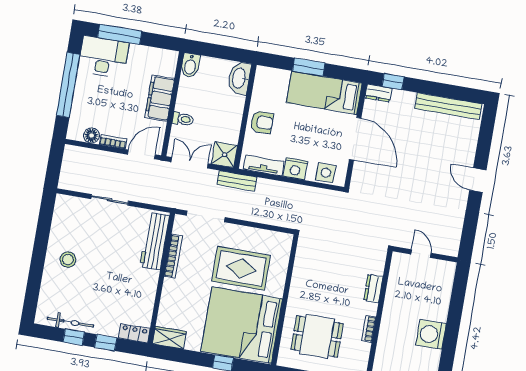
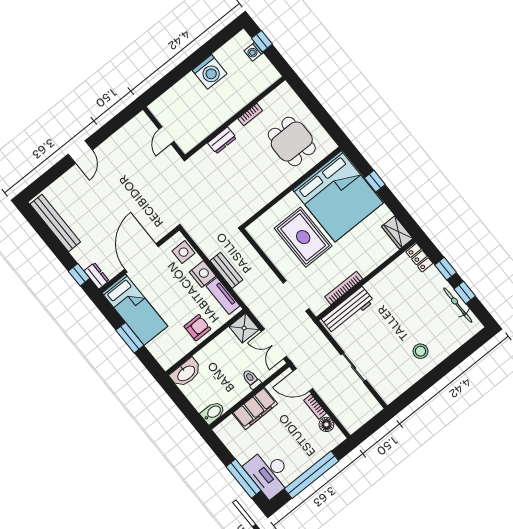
armchair: (262, 122) -> (197, 328), turned 90
bench: (237, 181) -> (226, 270), moved

